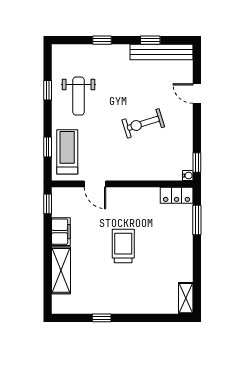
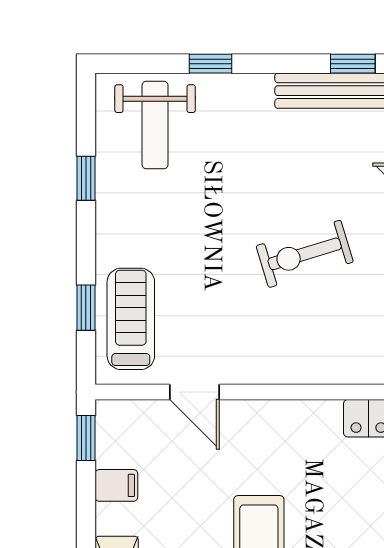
window: (150, 40) -> (353, 64), moved
weight bench: (79, 96) -> (155, 125), moved
filing cabinet: (61, 232) -> (116, 485), width x0.50

